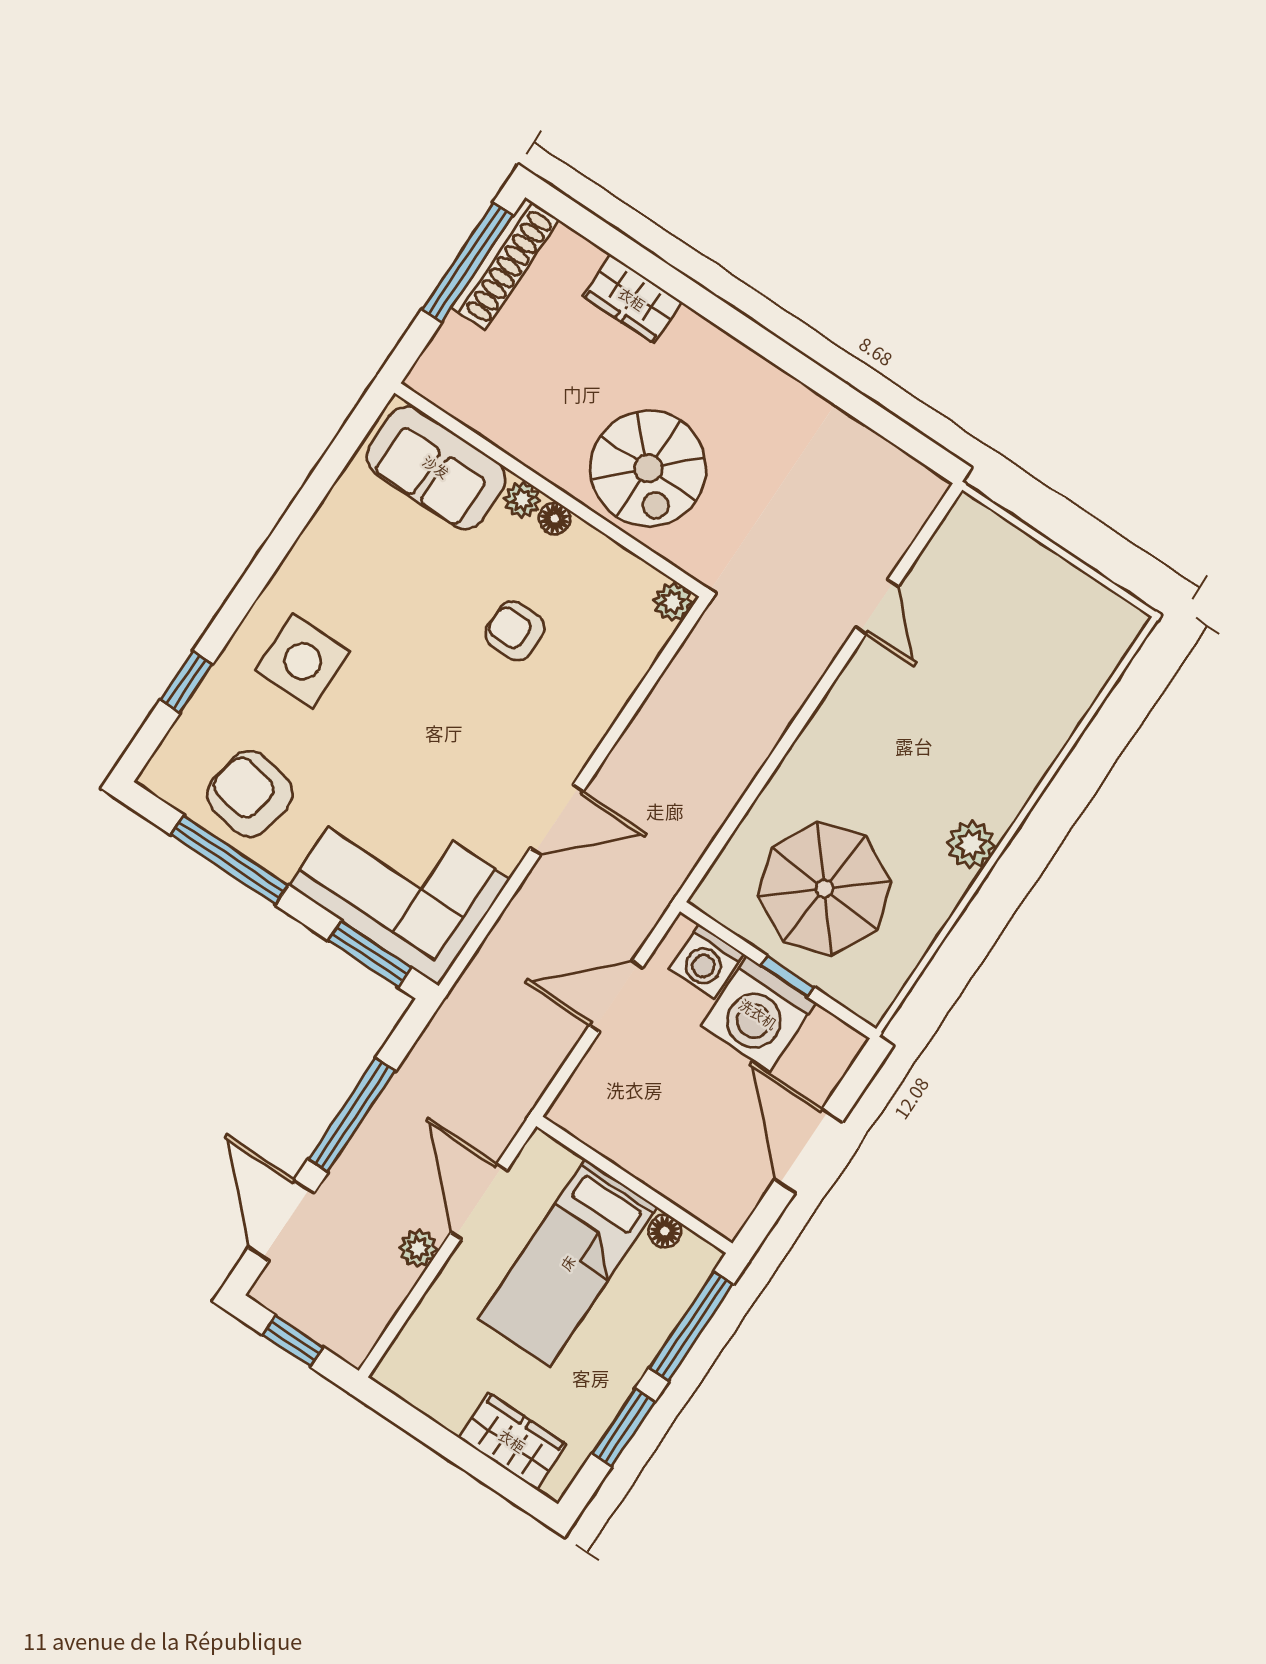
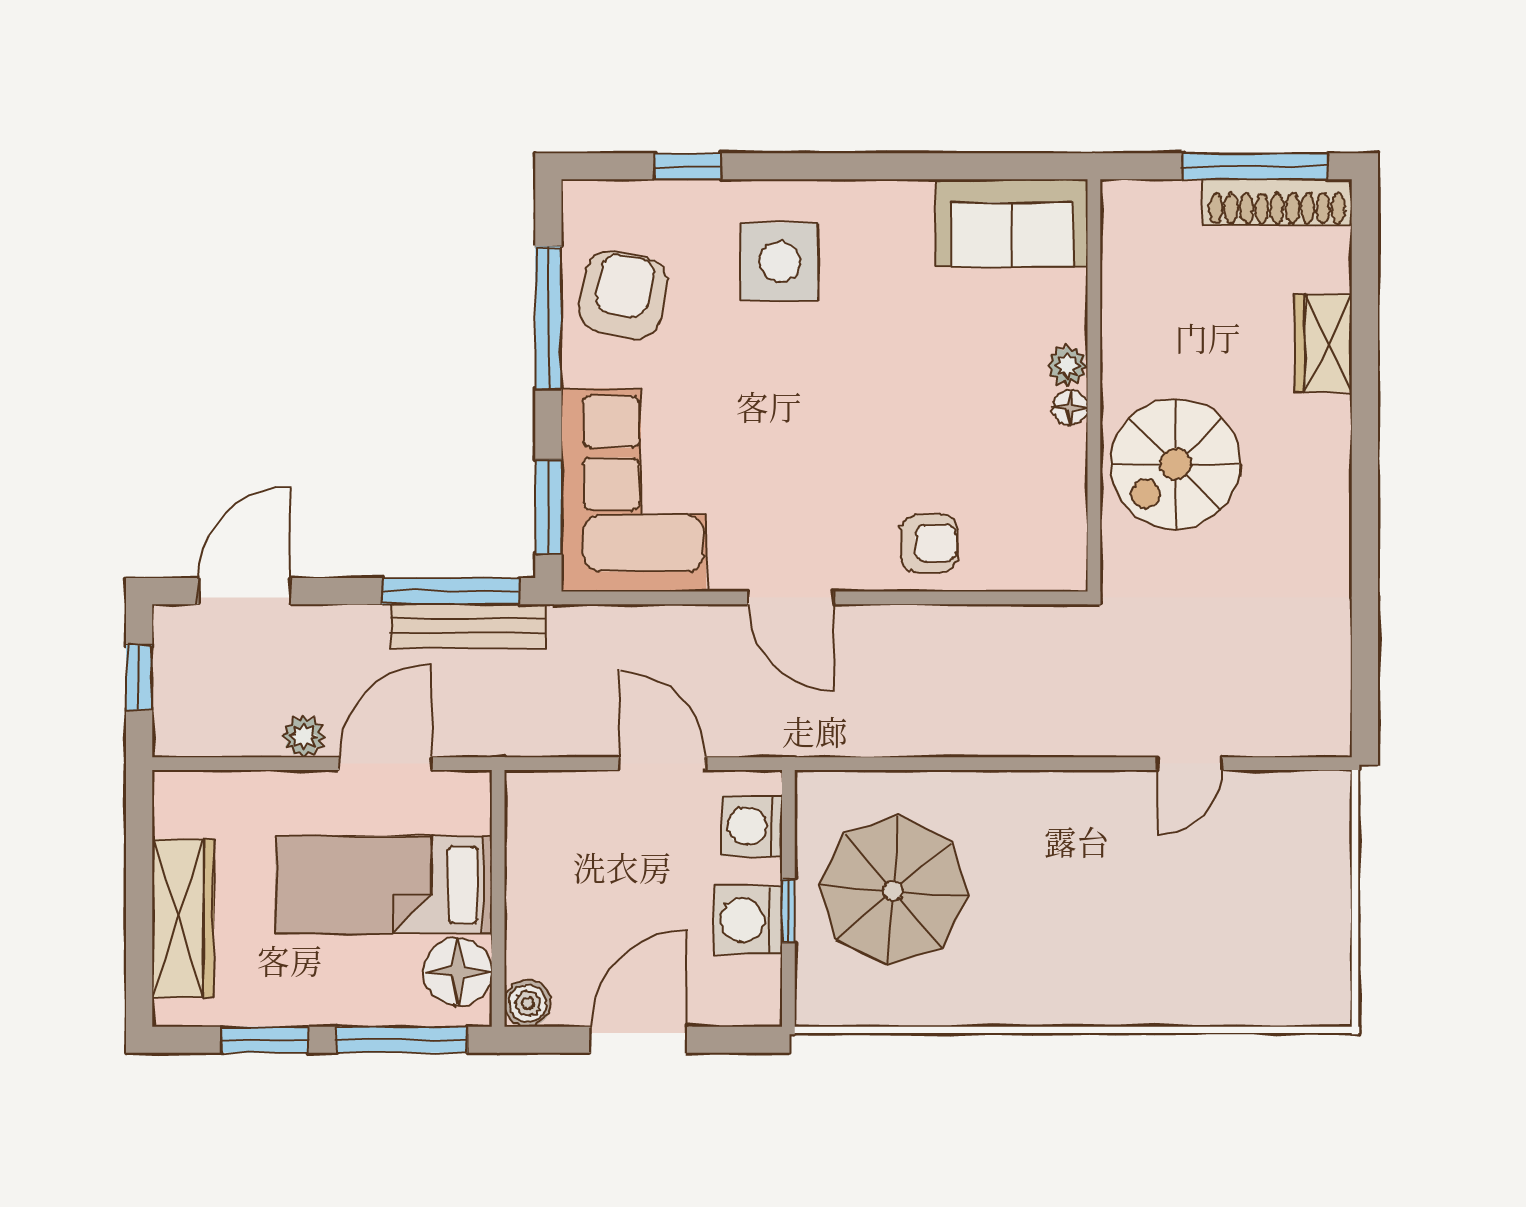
sofa: (436, 467) -> (1012, 223), moved, turned -90
plant: (673, 602) -> (1066, 570), removed
armchair: (515, 631) -> (929, 543), moved, turned 90
plant: (971, 844) -> (1026, 1000), removed
washing machine: (758, 1014) -> (748, 920), width x0.73, depth x0.73
bench: (418, 1072) -> (468, 626), added
window: (352, 1115) -> (450, 591), moved
boiler: (727, 1215) -> (528, 1003), added
floor lamp: (665, 1231) -> (458, 972), width x1.89, depth x1.89
wardrobe: (512, 1441) -> (183, 918), width x1.50

